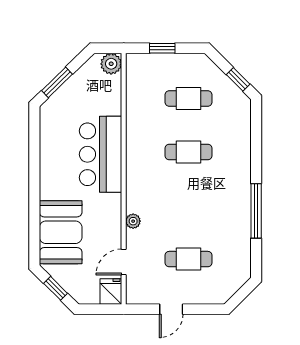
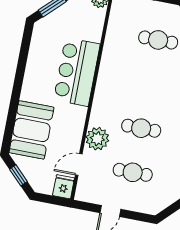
cafe table: (188, 152) -> (141, 128), moved
plant: (133, 221) -> (97, 139), width x1.87, depth x1.87

